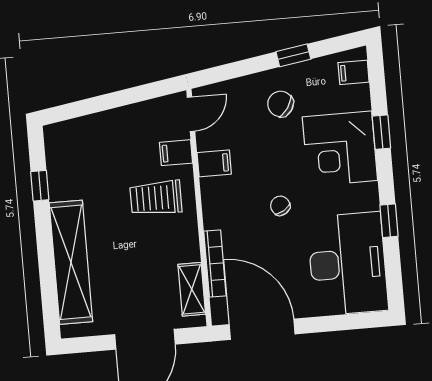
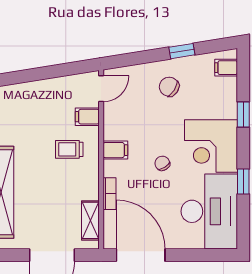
corner desk: (340, 149) -> (211, 146), moved
filing cabinet: (214, 163) -> (115, 150), moved
trolley: (156, 198) -> (69, 149), width x0.73, depth x0.72
bookcase: (215, 264) -> (109, 194), width x0.64

